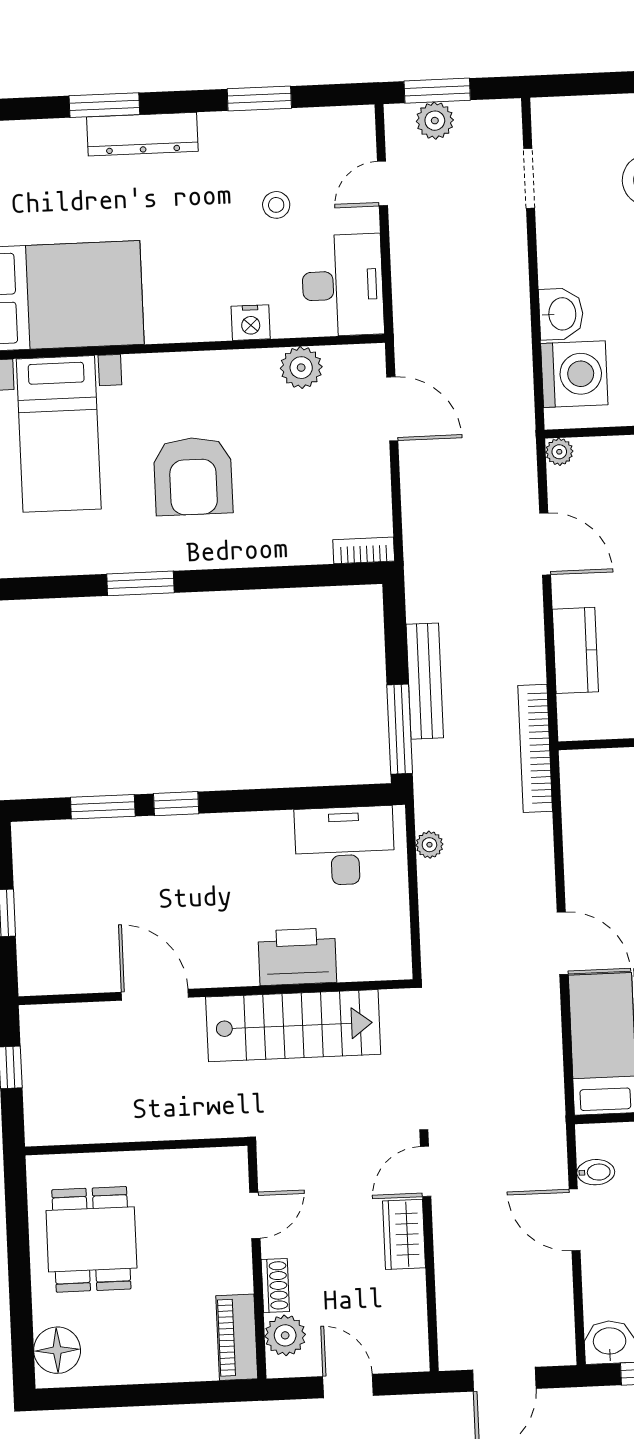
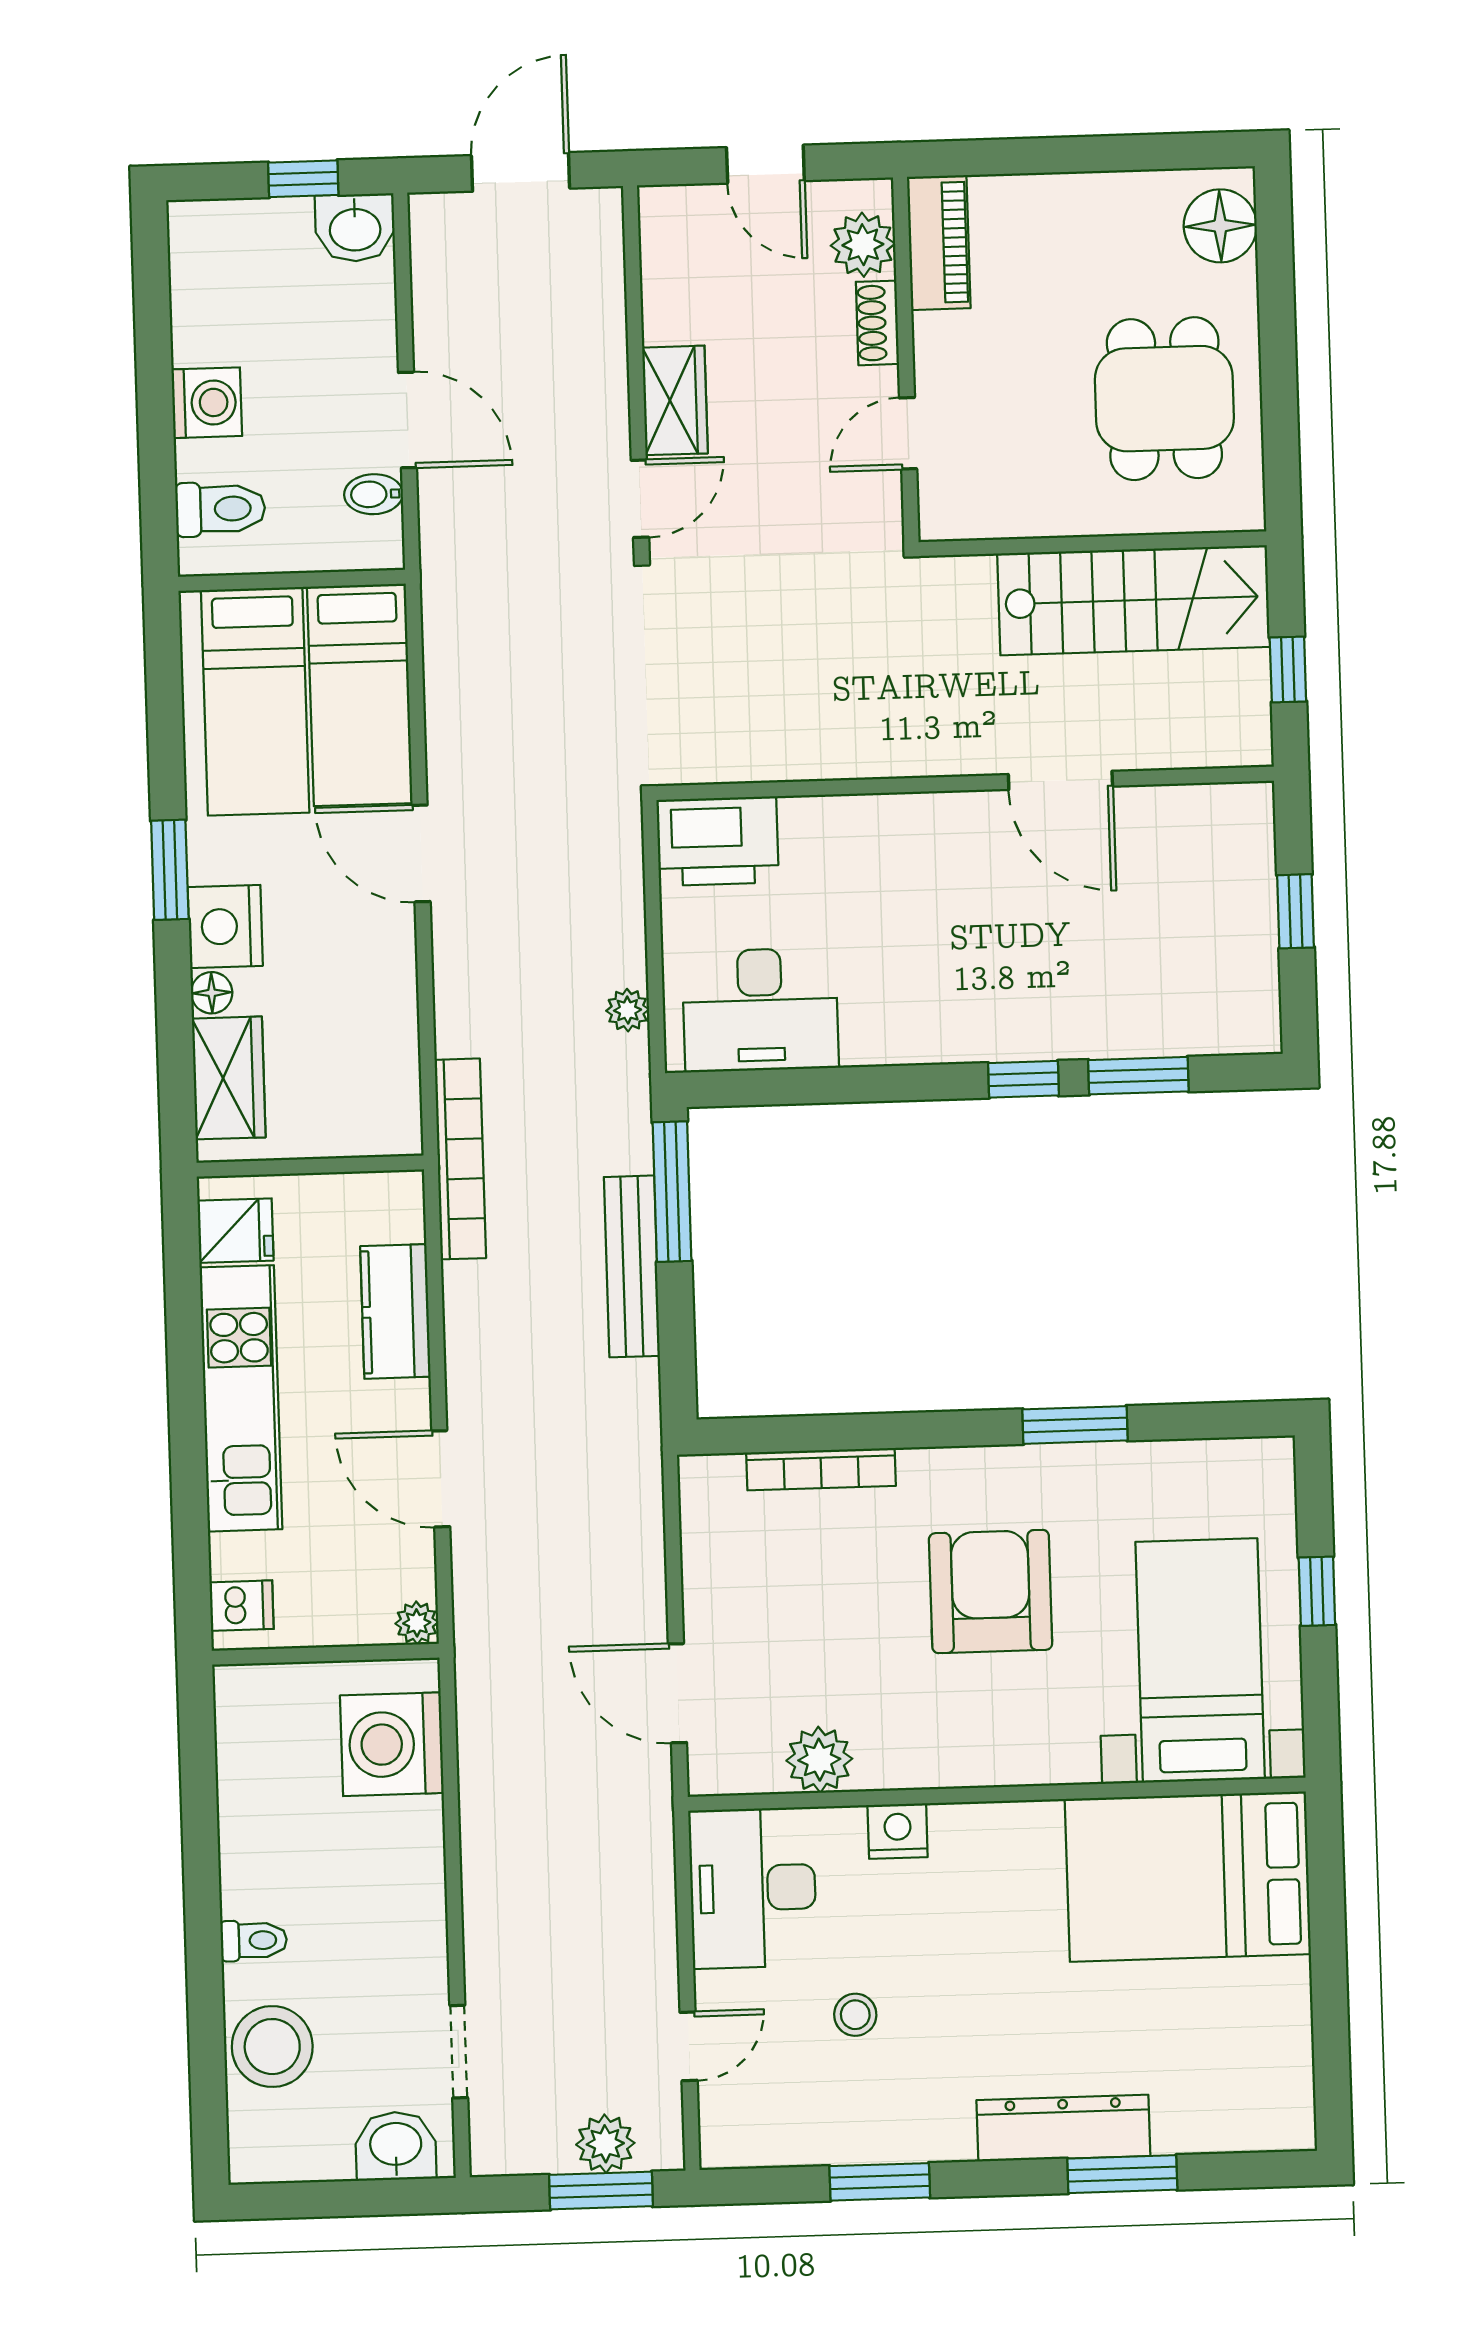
washbasin: (561, 314) -> (396, 2146), moved, turned 90
bookcase: (364, 550) -> (821, 1469), moved, width x1.56
printer: (297, 957) -> (718, 841), moved
stairs: (293, 1026) -> (1134, 600), moved, turned 180

